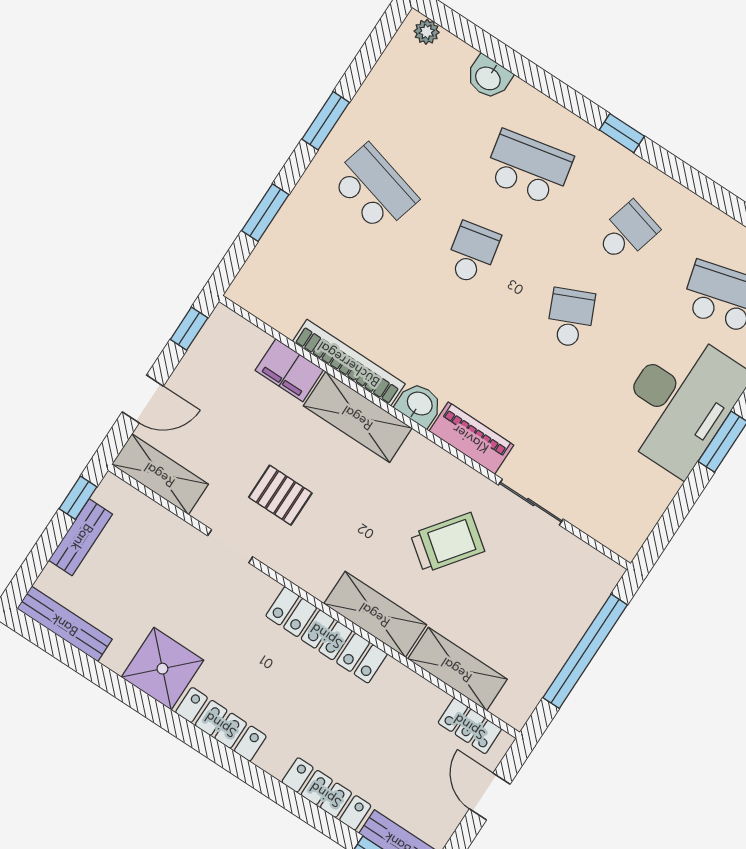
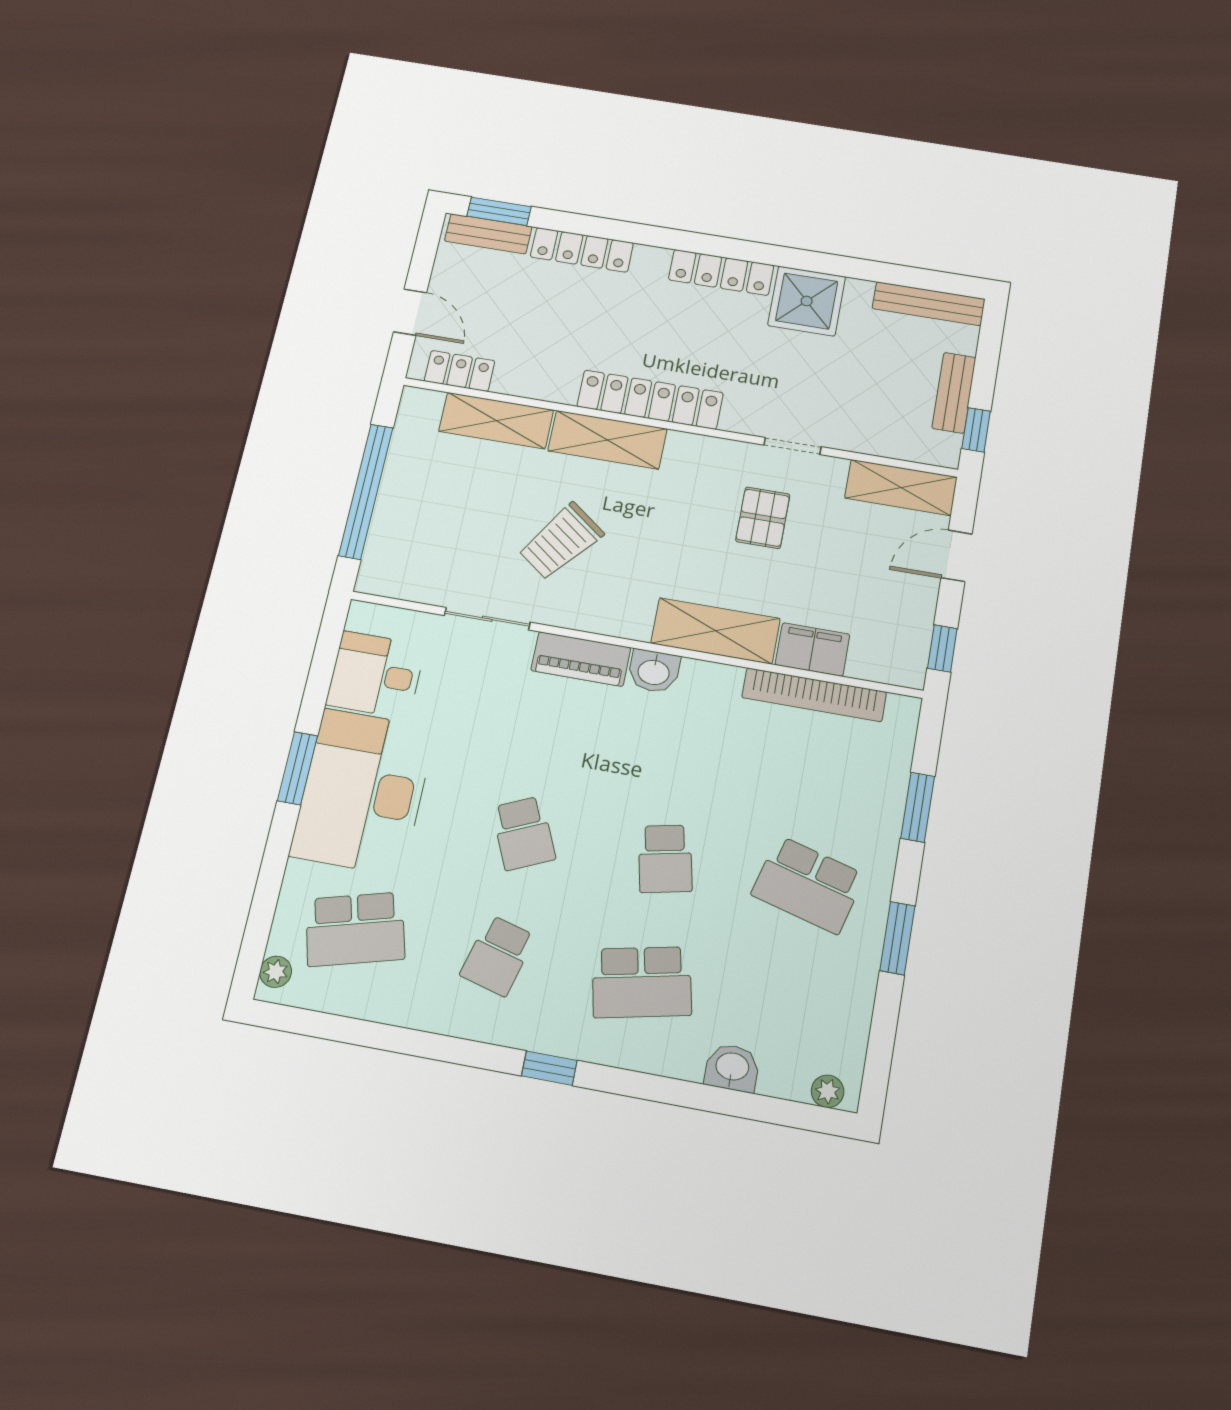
bookcase: (349, 363) -> (814, 695), moved
desk: (635, 492) -> (376, 675), added
pallet: (280, 495) -> (763, 518), turned 90

